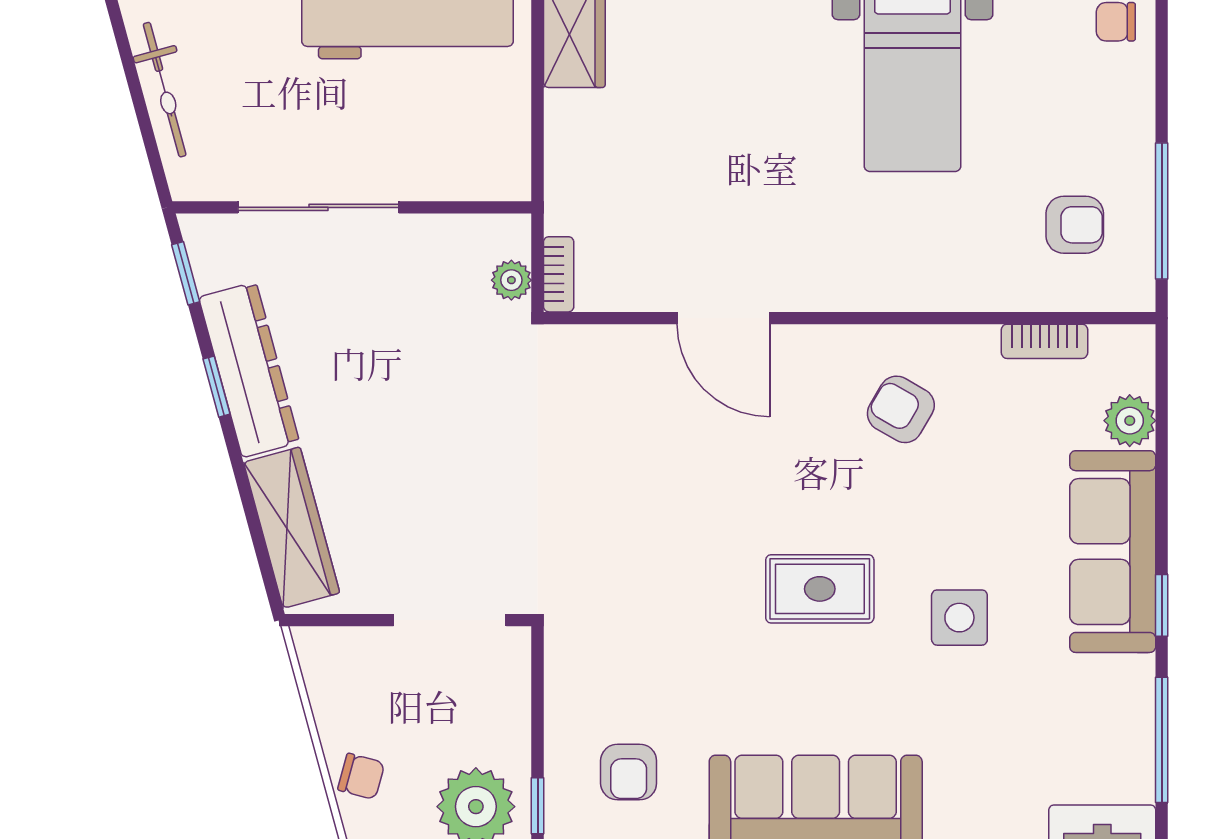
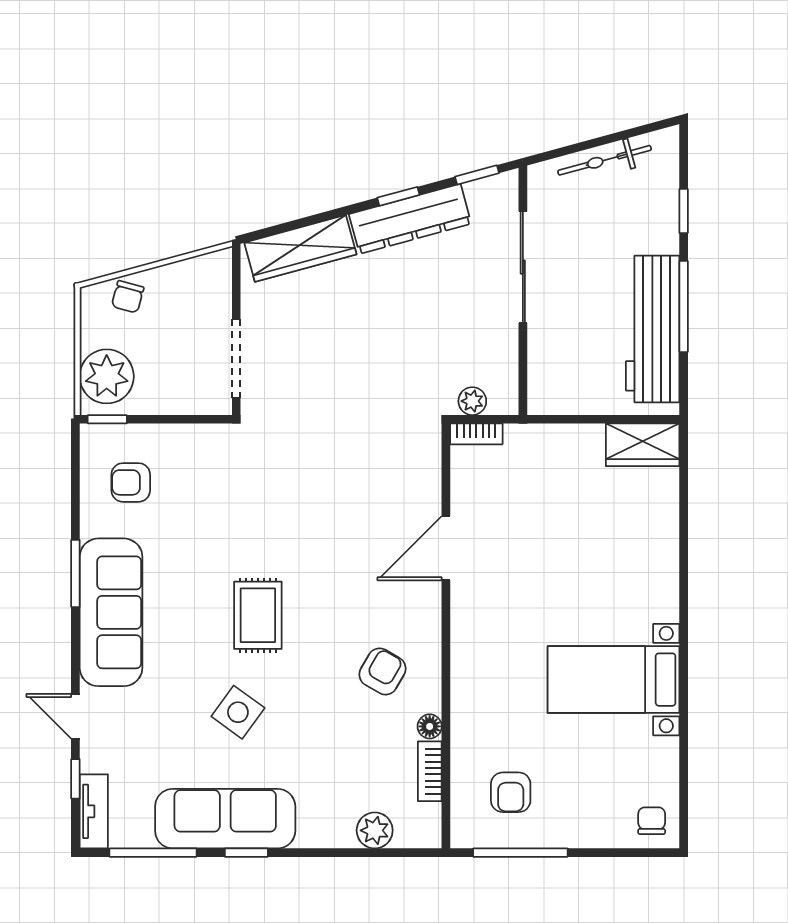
floor lamp: (980, 342) -> (430, 726), added
sofa: (1113, 552) -> (225, 819), moved
side table: (959, 618) -> (238, 712), turned 36

